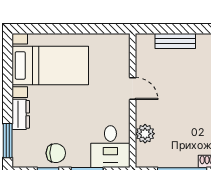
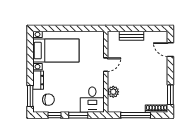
door: (133, 89) -> (106, 65), hinge flipped
chair: (56, 153) -> (48, 100), moved

